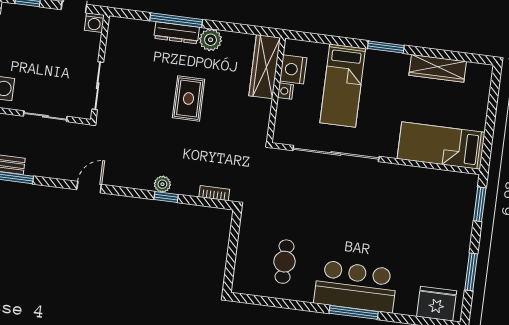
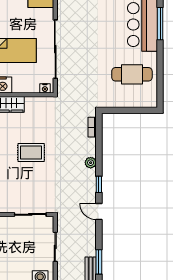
nightstand: (285, 91) -> (45, 88), moved
window: (166, 197) -> (99, 184), moved
cafe table: (285, 262) -> (132, 74), width x1.37, depth x1.35

